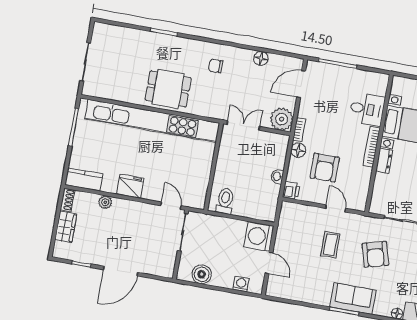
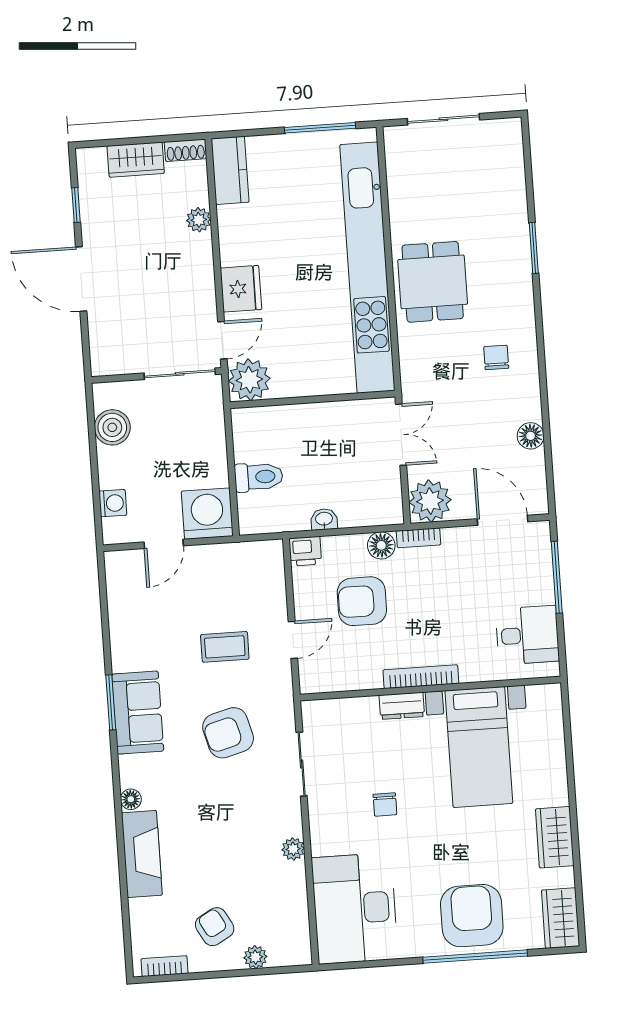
desk: (367, 109) -> (527, 635), moved, turned -90
fridge: (130, 186) -> (241, 289), moved
plant: (195, 197) -> (249, 380), added
toilet: (225, 201) -> (259, 477), moved

